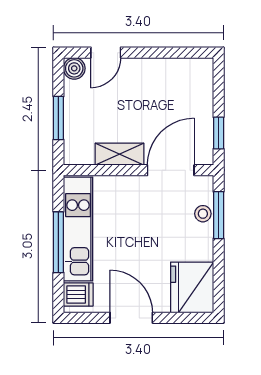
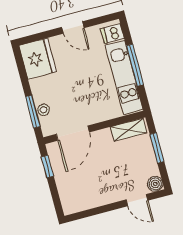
door: (106, 53) -> (137, 200), swing flipped
shelving: (120, 154) -> (129, 130), moved
door: (131, 318) -> (73, 28), width x0.73

